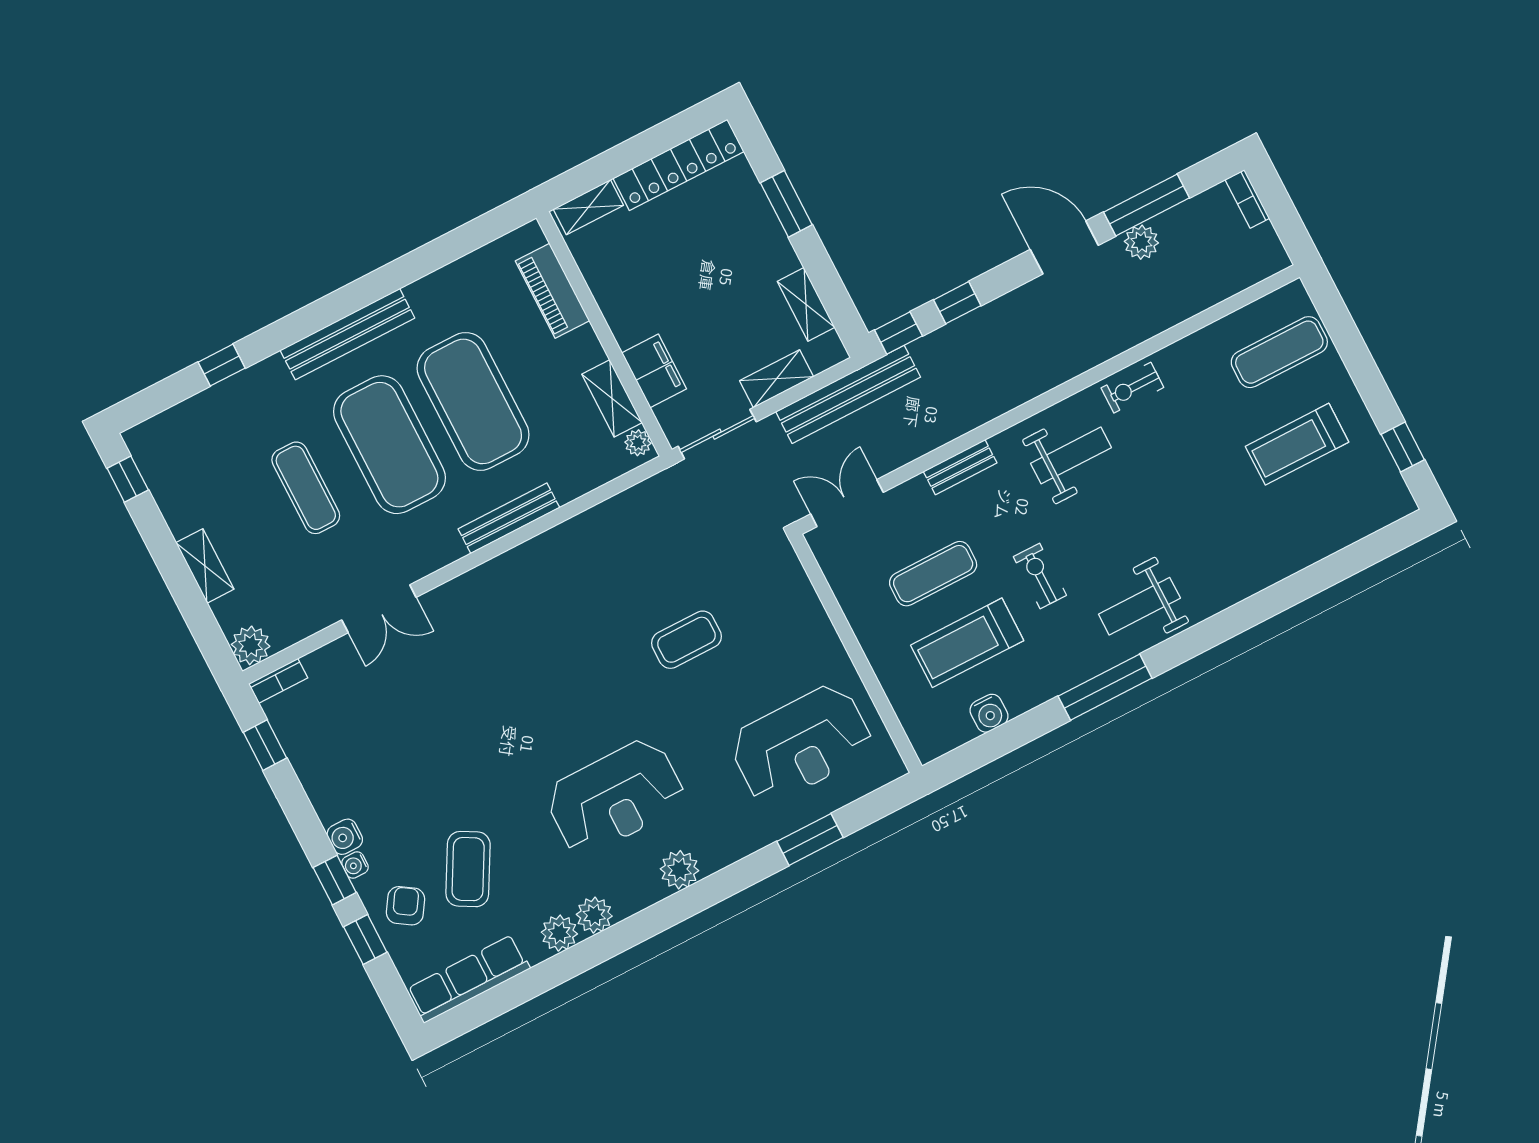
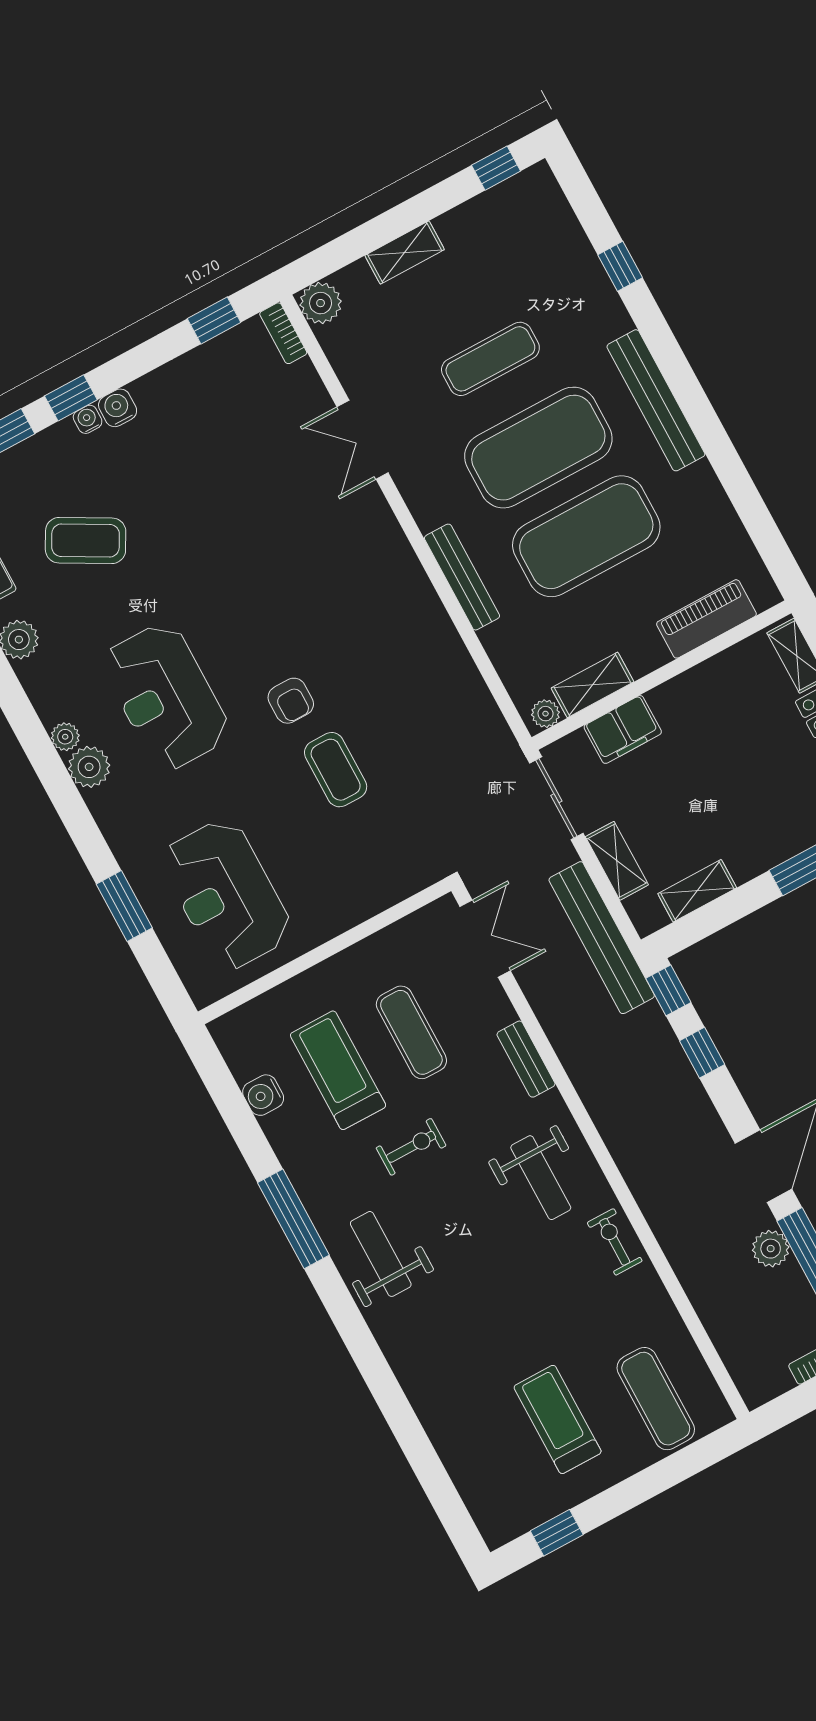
armchair: (405, 906) -> (291, 701), moved, turned 57
plant: (594, 915) -> (65, 737), moved, width x0.73, depth x0.73

